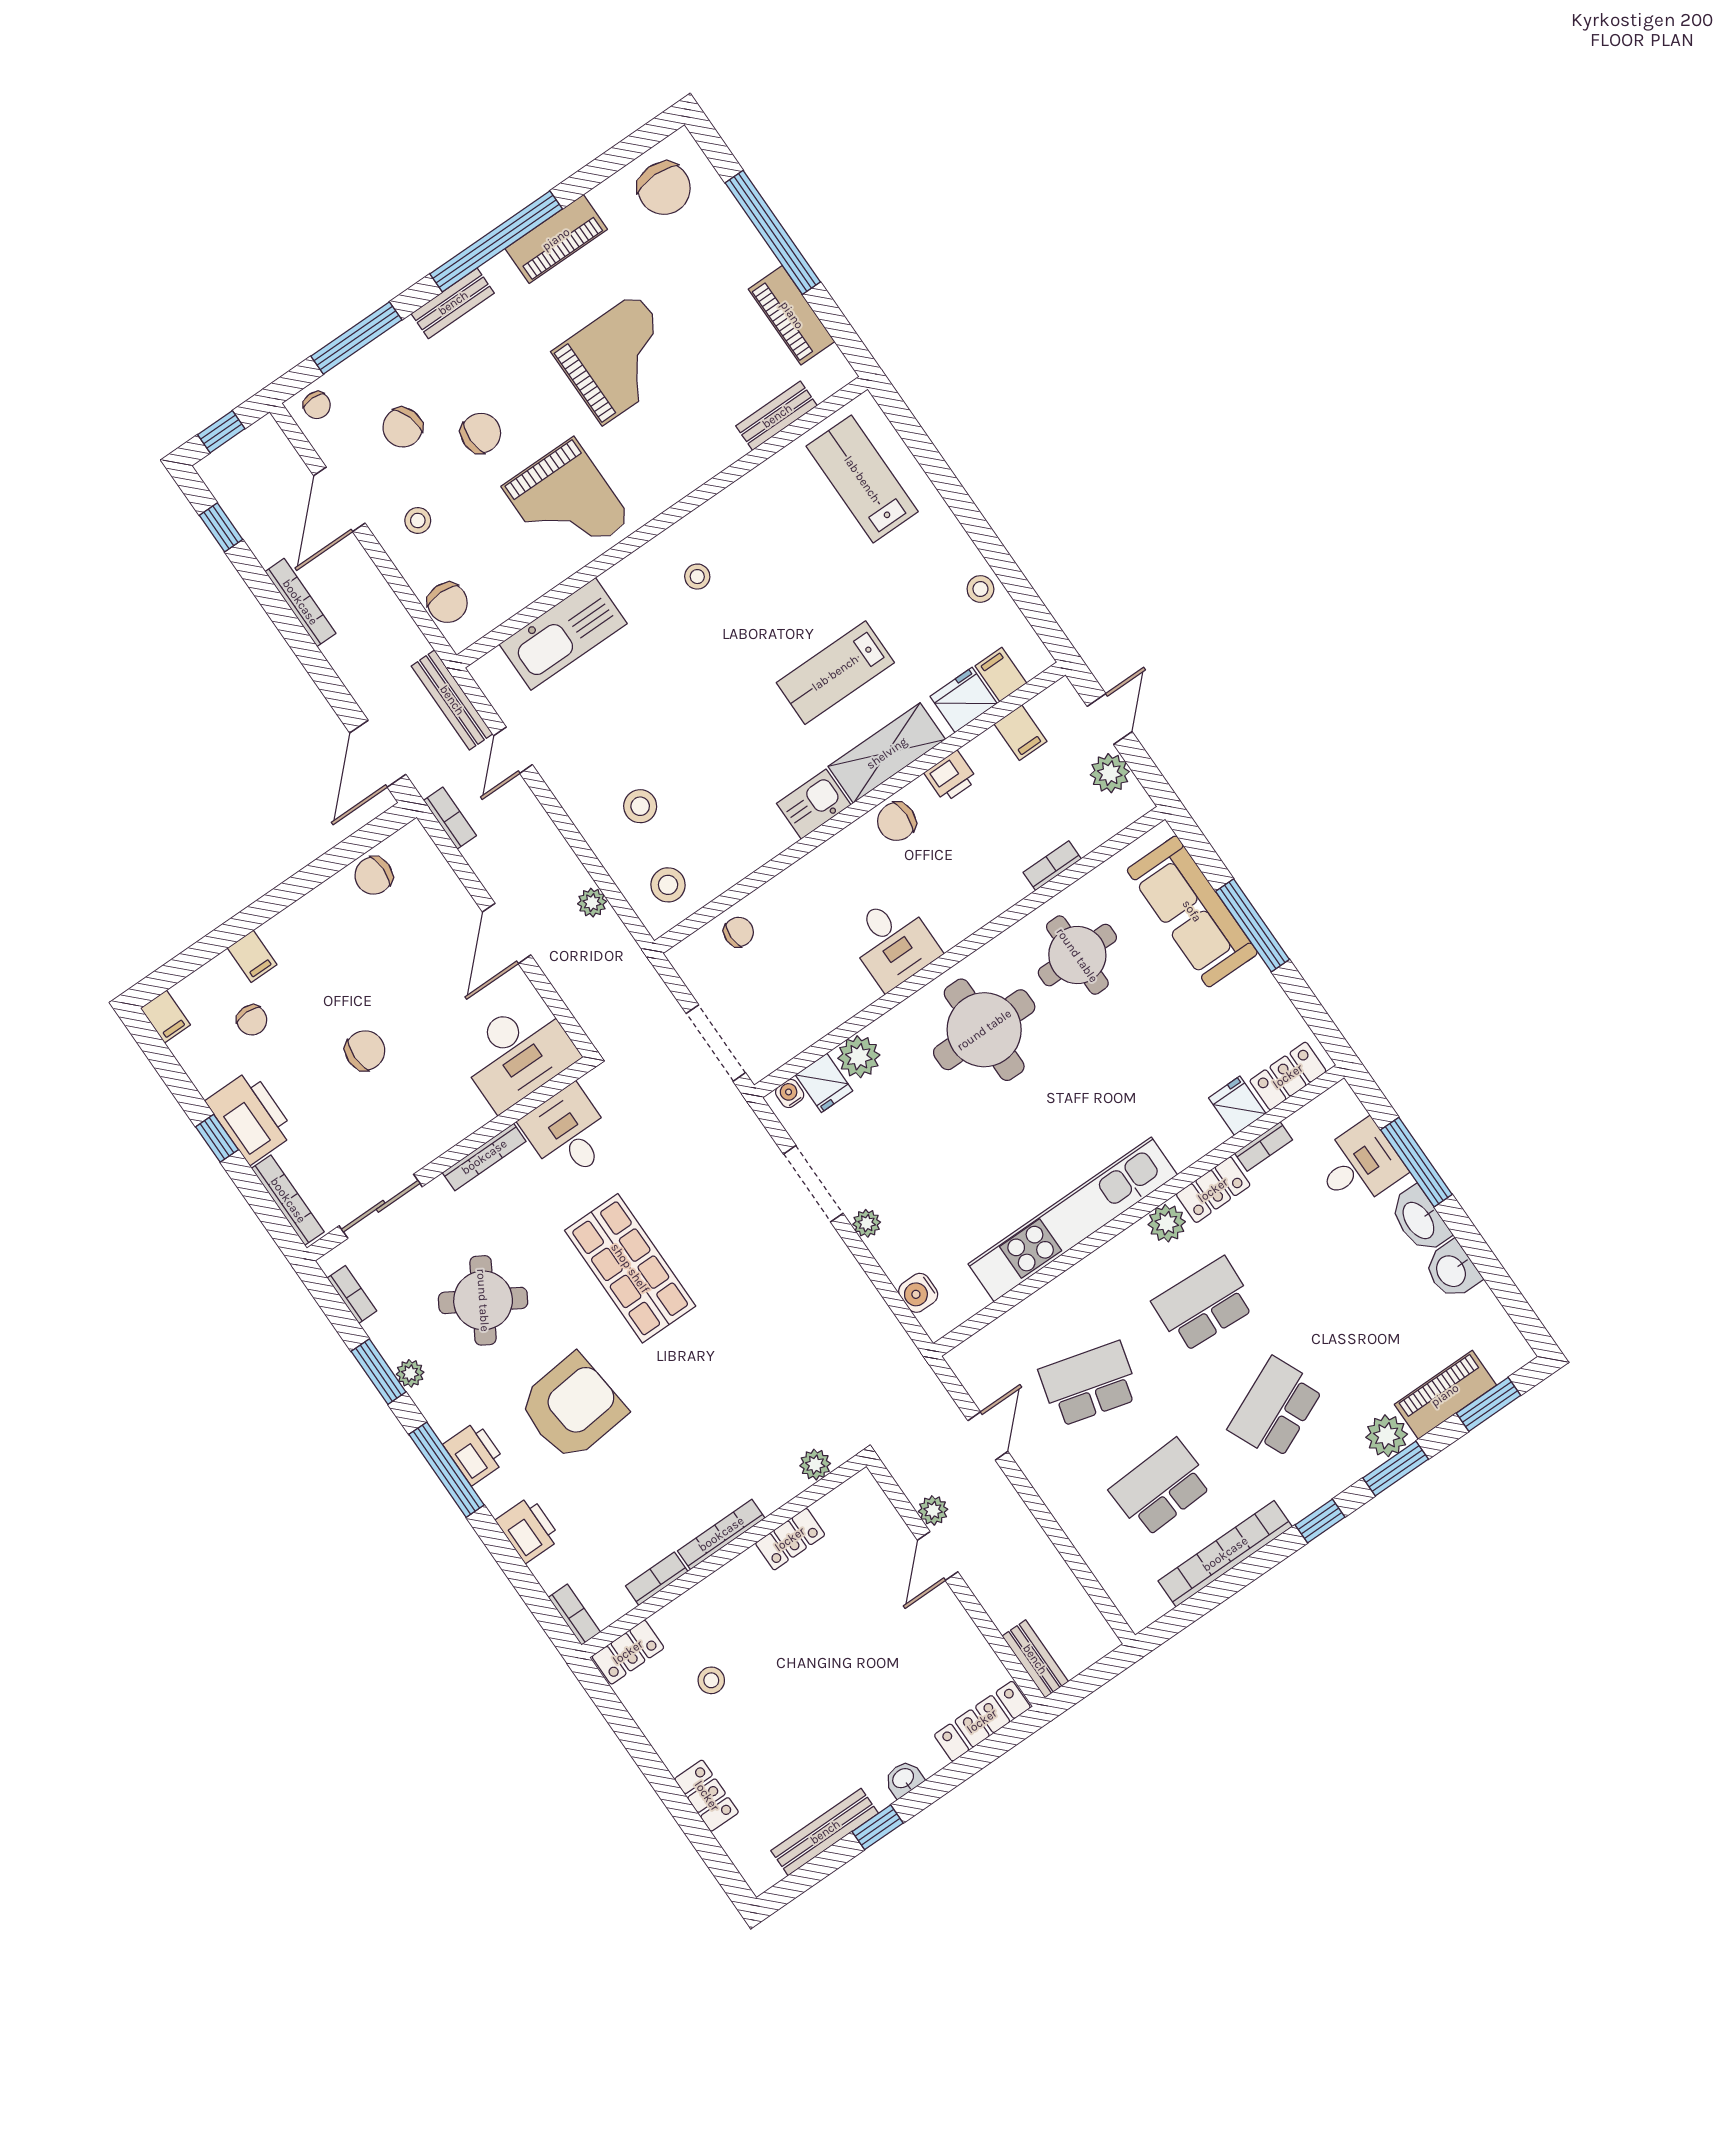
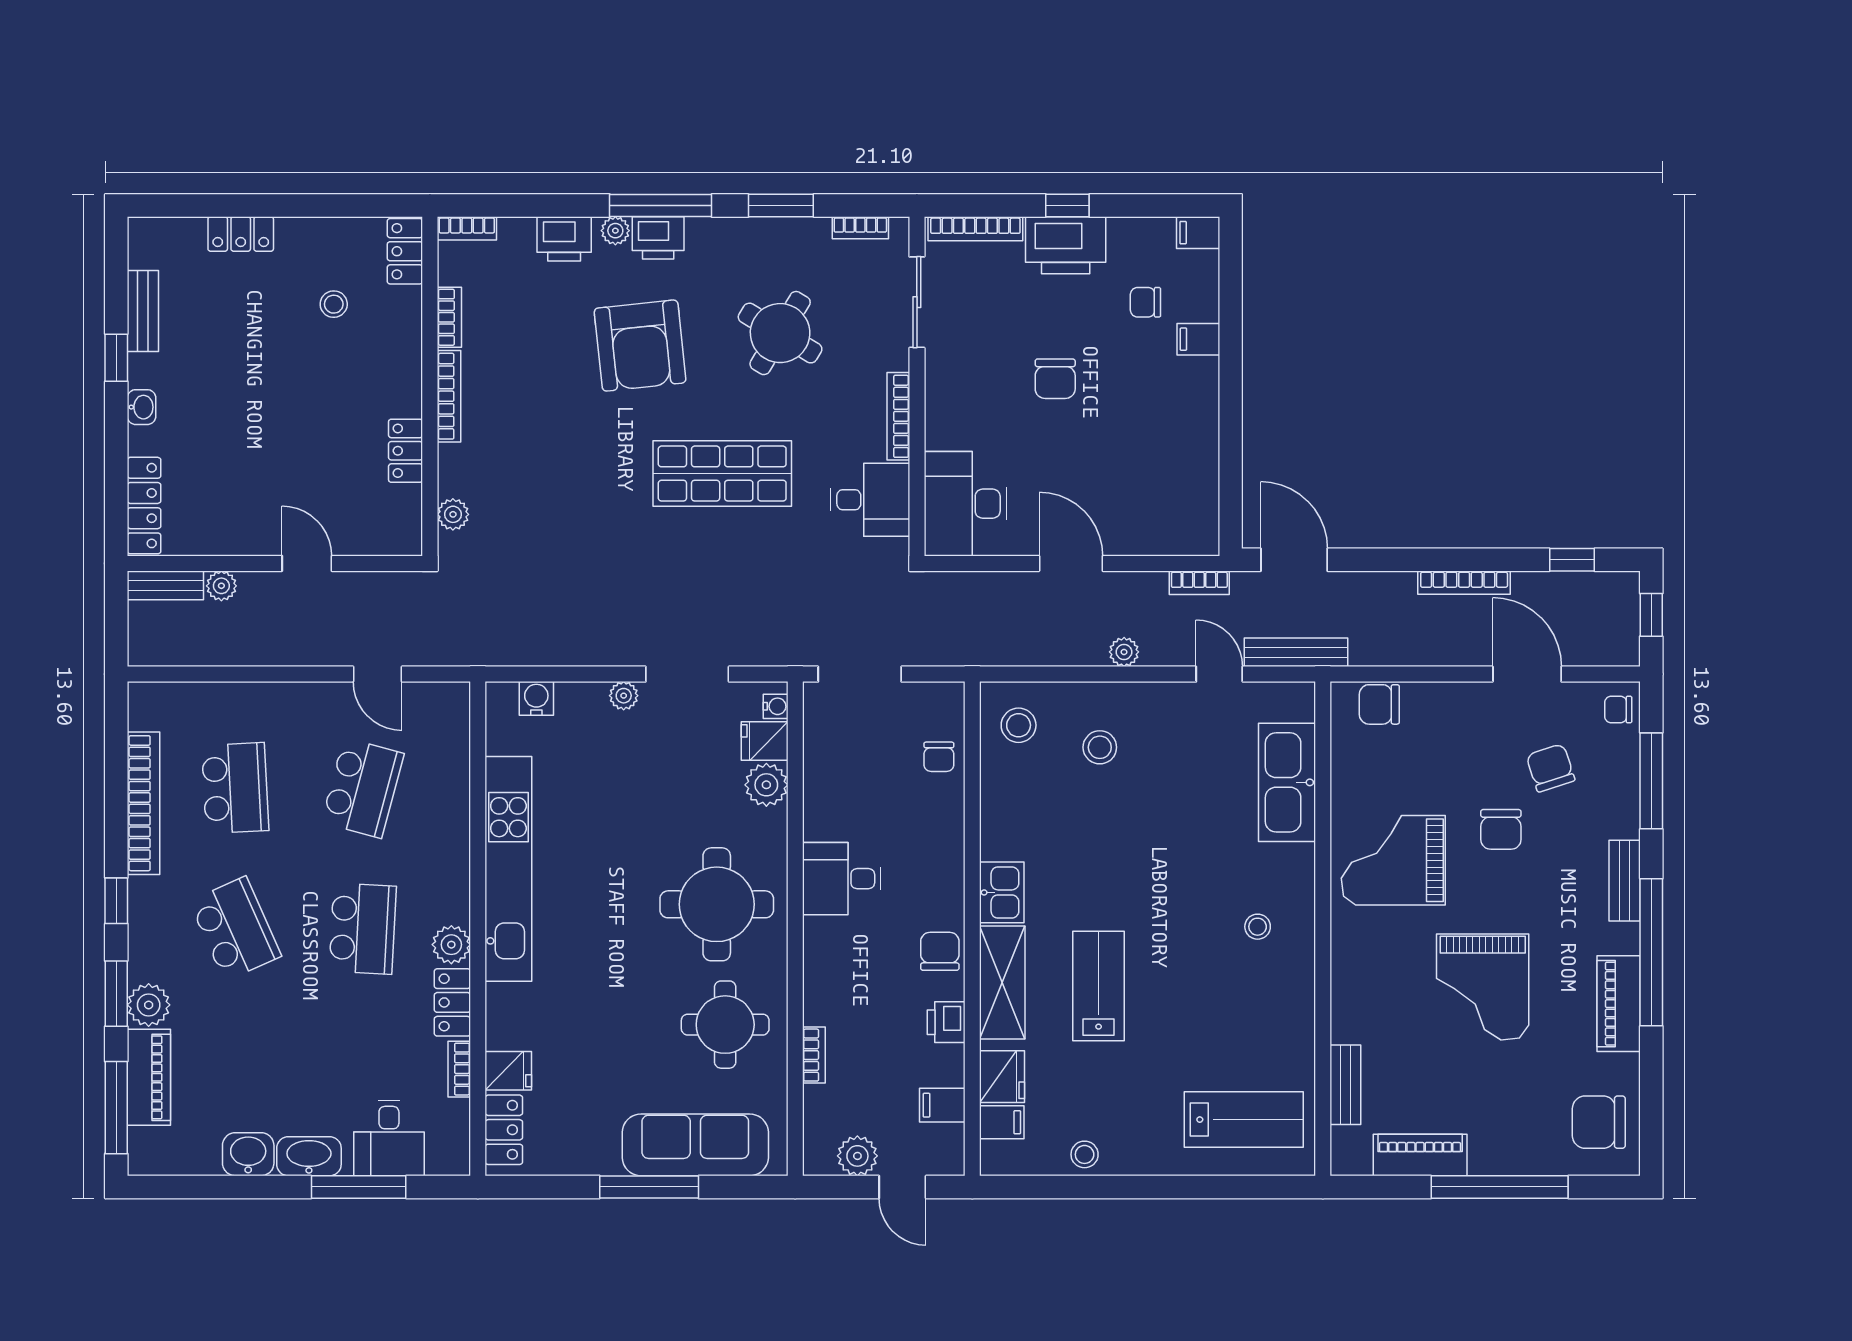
stool: (418, 520) -> (1465, 727), removed
chair: (374, 876) -> (1195, 486), removed
plant: (592, 903) -> (1124, 652), moved
plant: (410, 1373) -> (615, 231), moved
window: (1488, 1404) -> (116, 1108), width x1.44
plant: (933, 1510) -> (221, 586), moved
bench: (825, 1832) -> (143, 311), width x0.73

